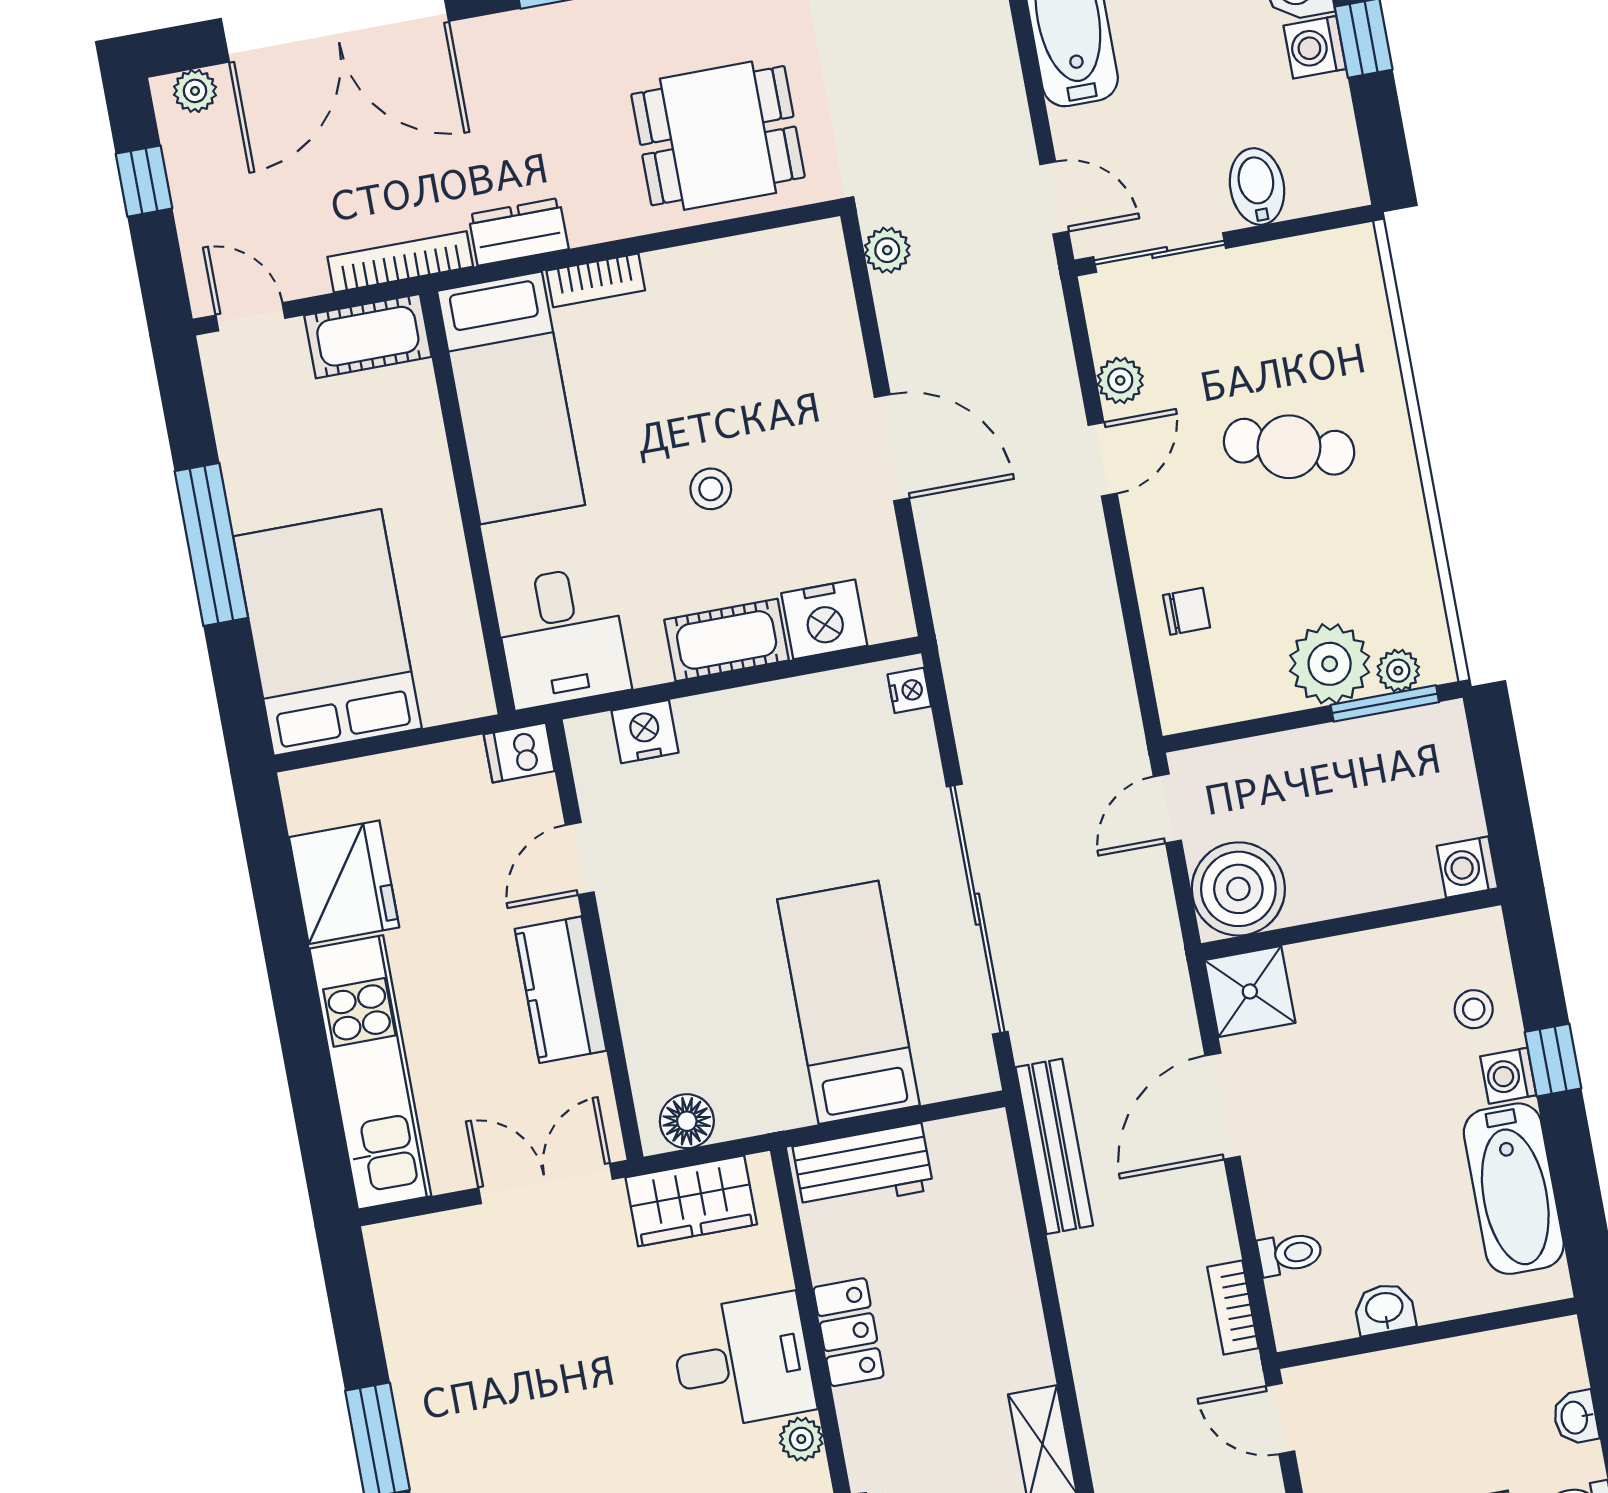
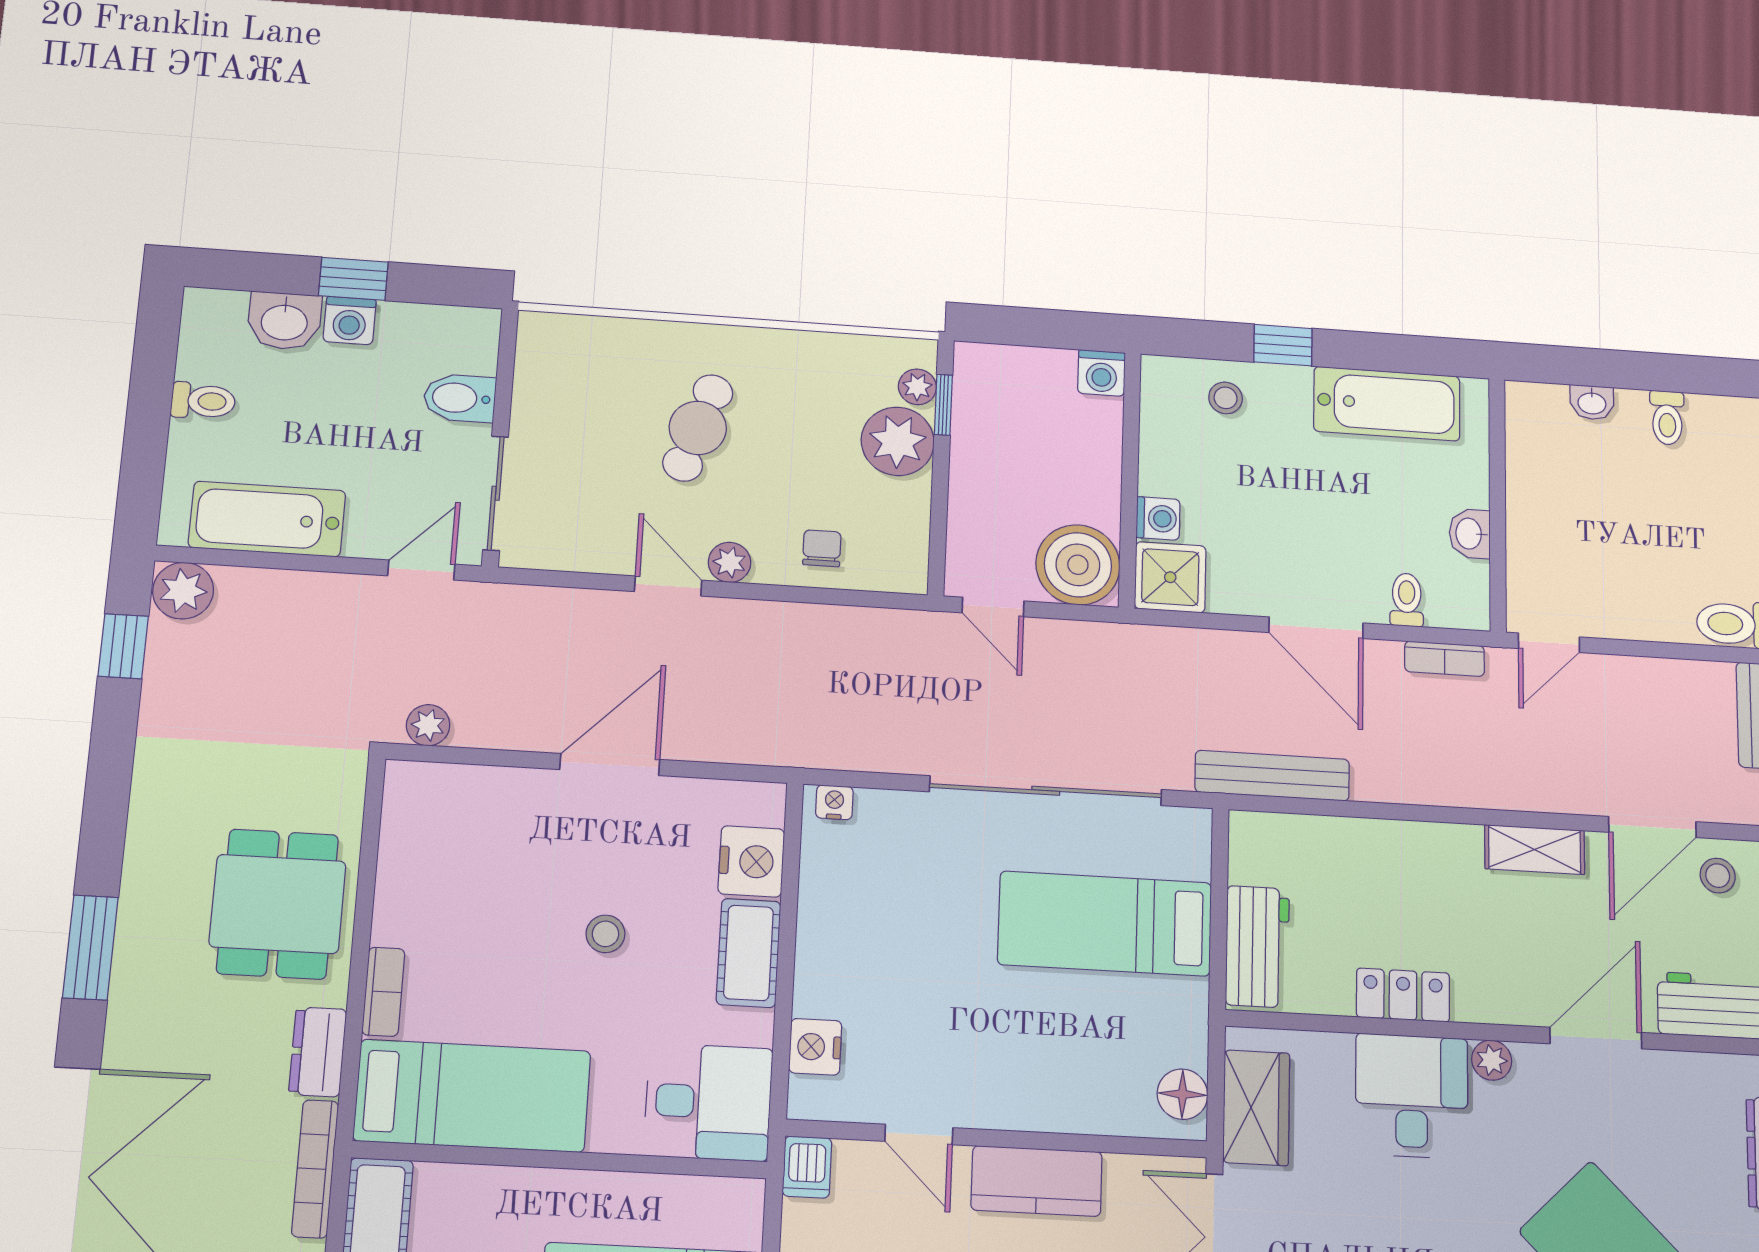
dining table: (718, 136) -> (278, 904), moved
plant: (1120, 380) -> (730, 562), moved
window: (1385, 703) -> (943, 405), width x0.67
washing machine: (1508, 1076) -> (1158, 518), moved, turned -90
door: (1223, 1106) -> (1316, 628), moved

